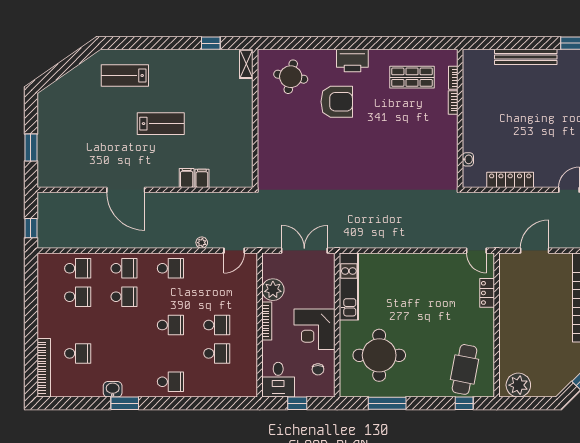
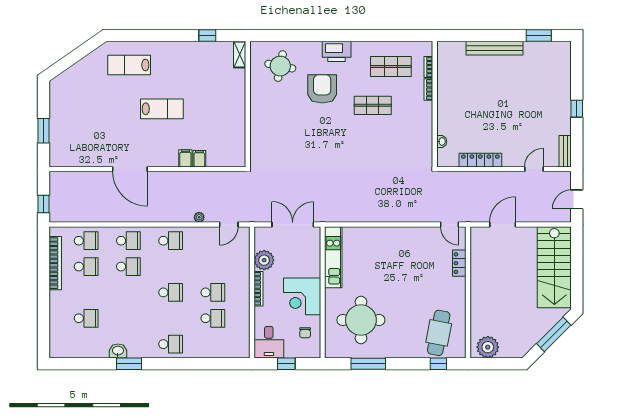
armchair: (337, 102) -> (322, 89), turned -90
shop shelf: (392, 120) -> (373, 105), added
bookcase: (44, 368) -> (55, 263), moved

